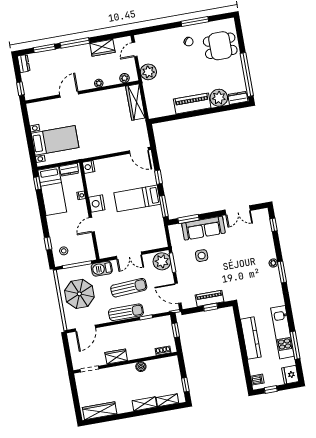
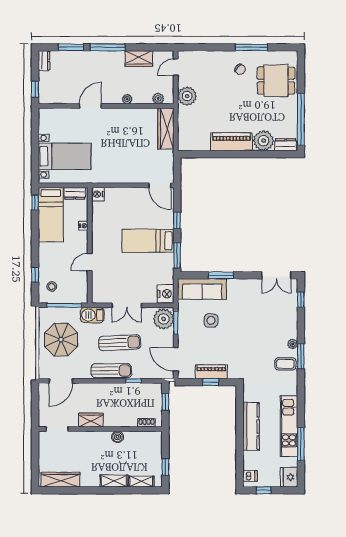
nightstand: (97, 204) -> (166, 294), moved, turned 180
double door: (238, 210) -> (276, 275), moved
window: (188, 219) -> (221, 275), moved
sofa: (203, 228) -> (202, 289), moved
coffee table: (270, 281) -> (285, 364), added

